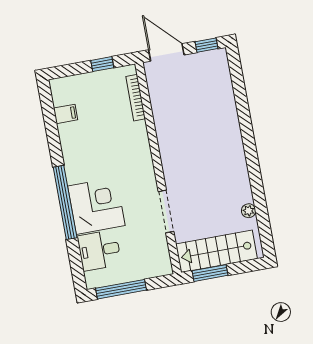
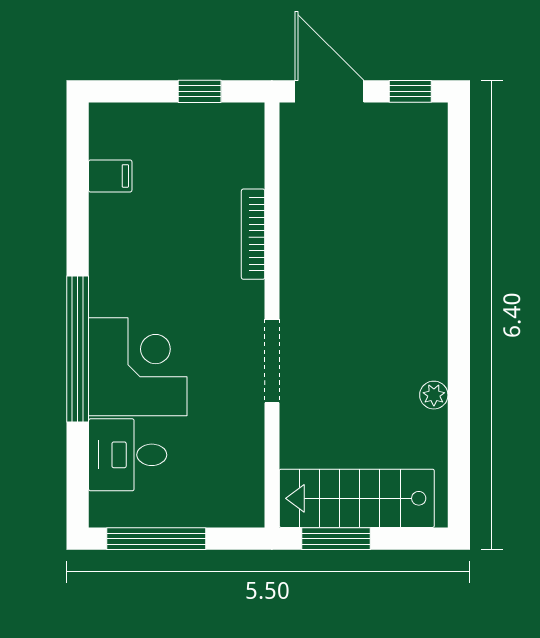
bookcase: (136, 98) -> (253, 234), moved
doorway: (166, 211) -> (272, 361), moved
plant: (249, 211) -> (434, 395), moved

